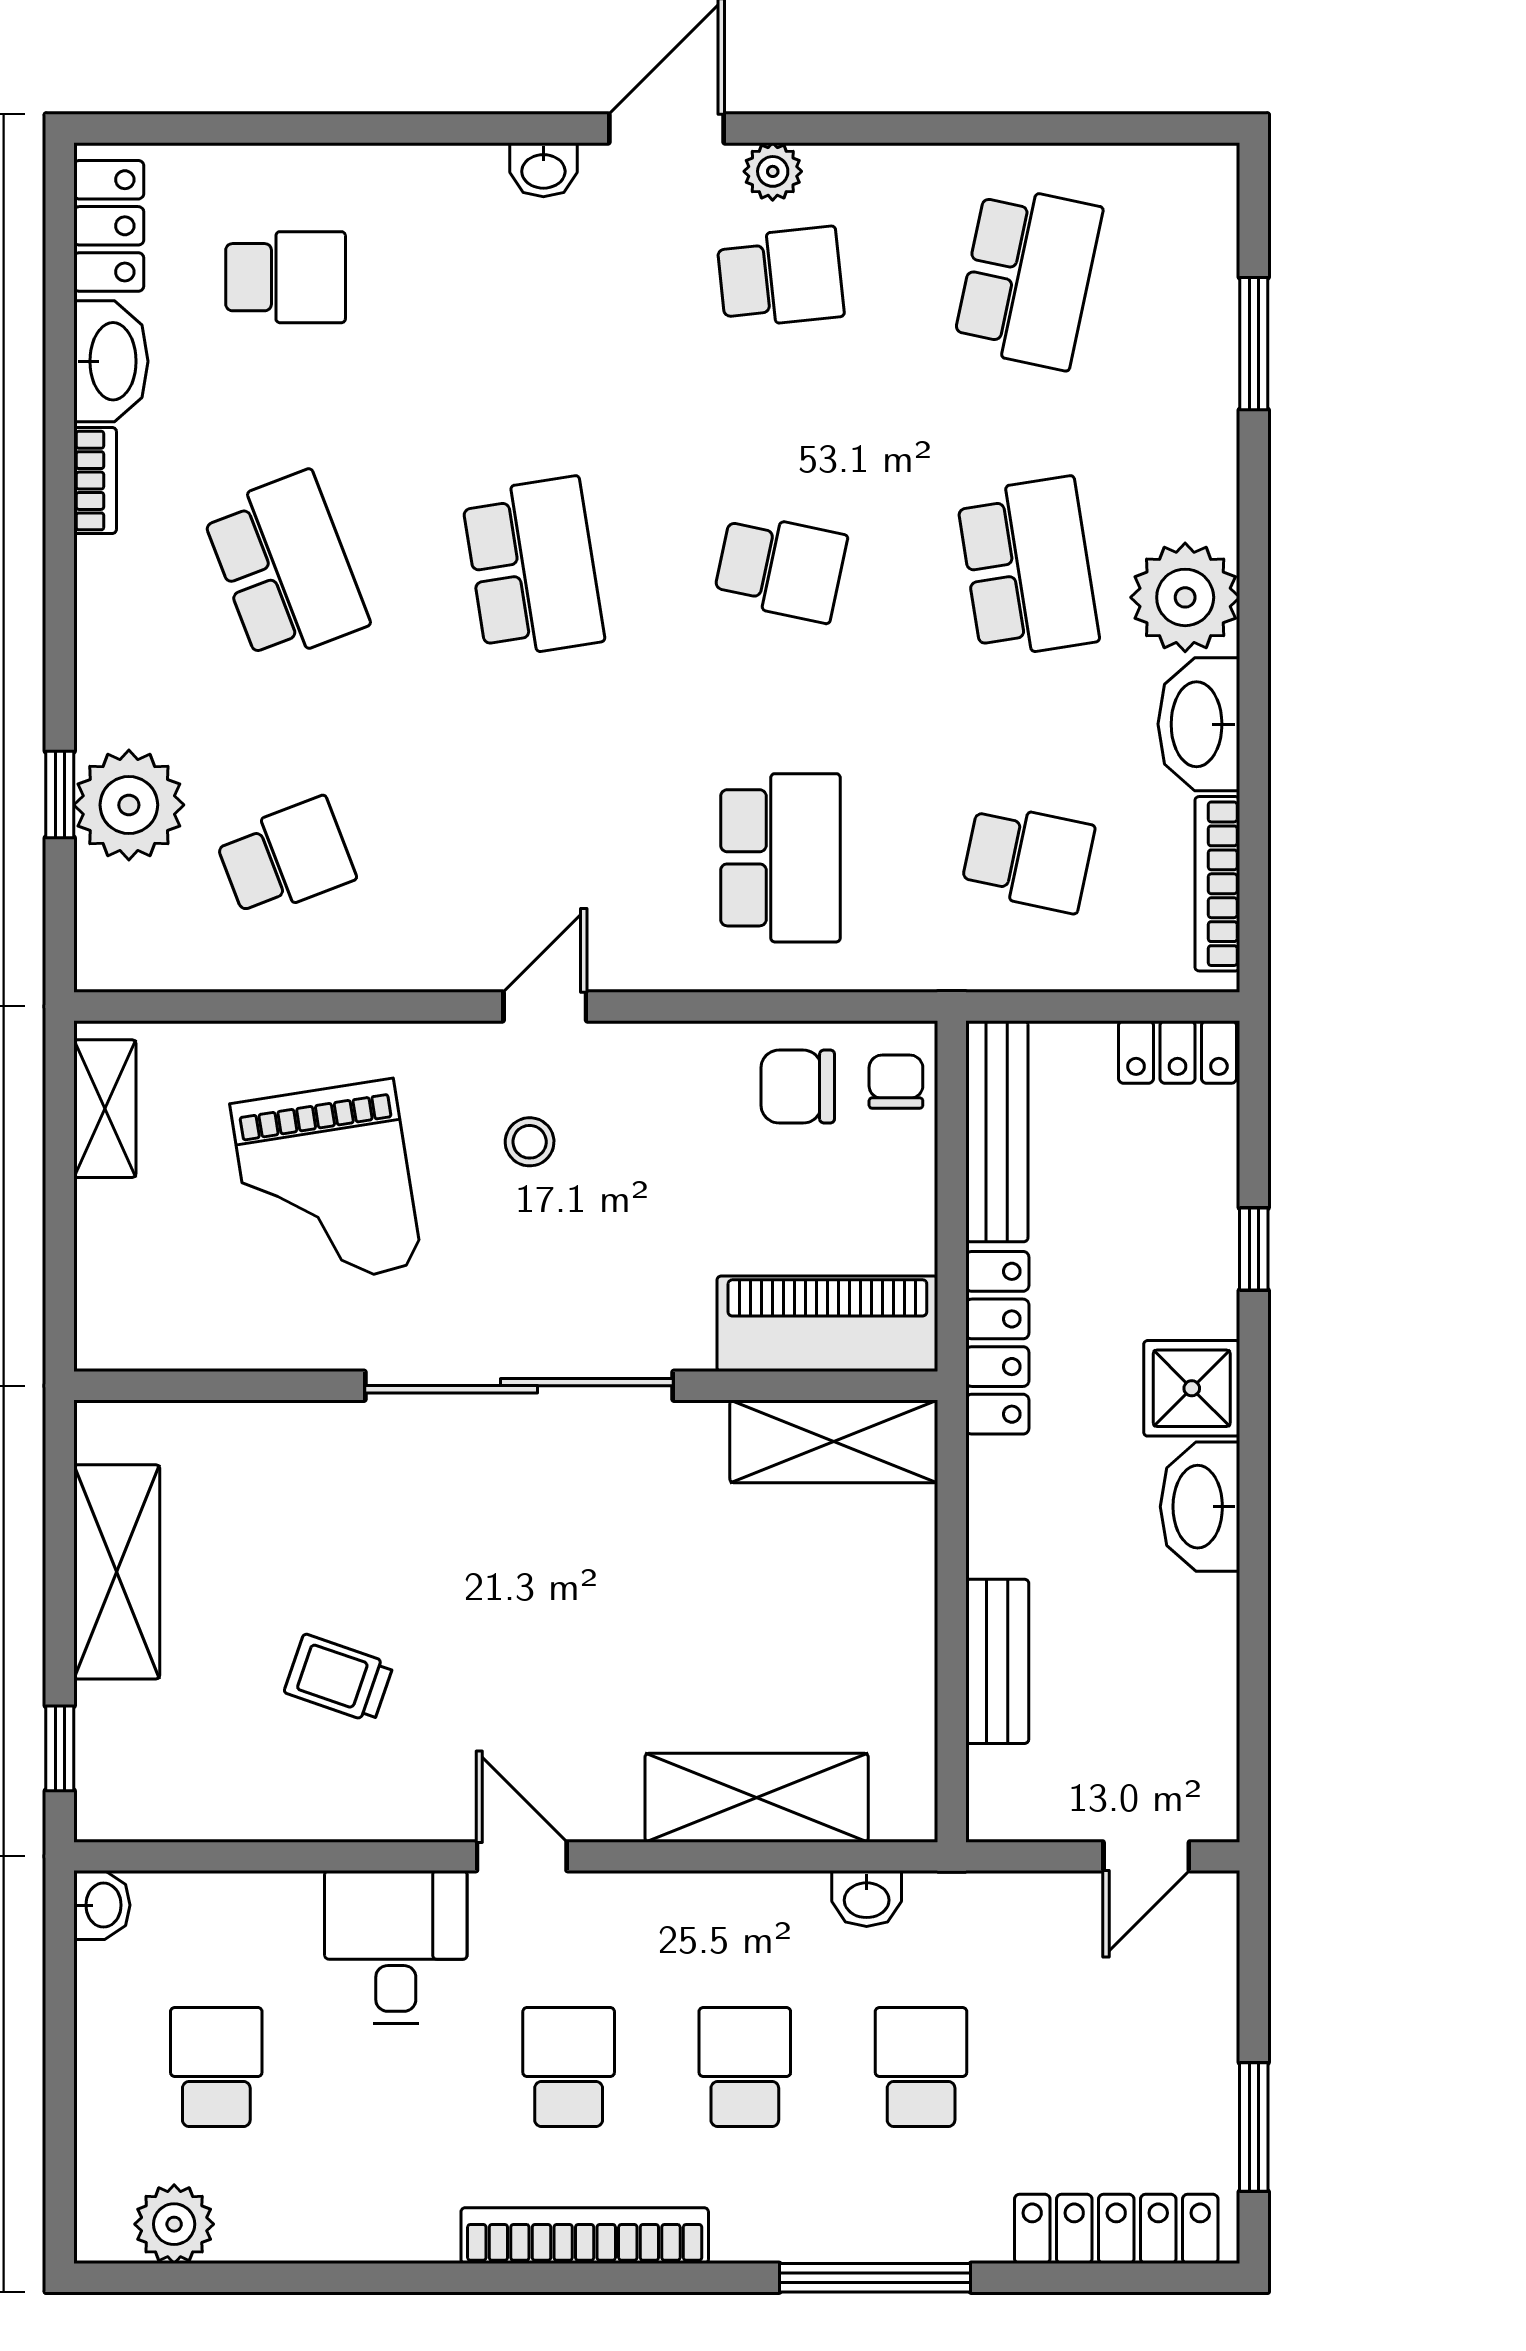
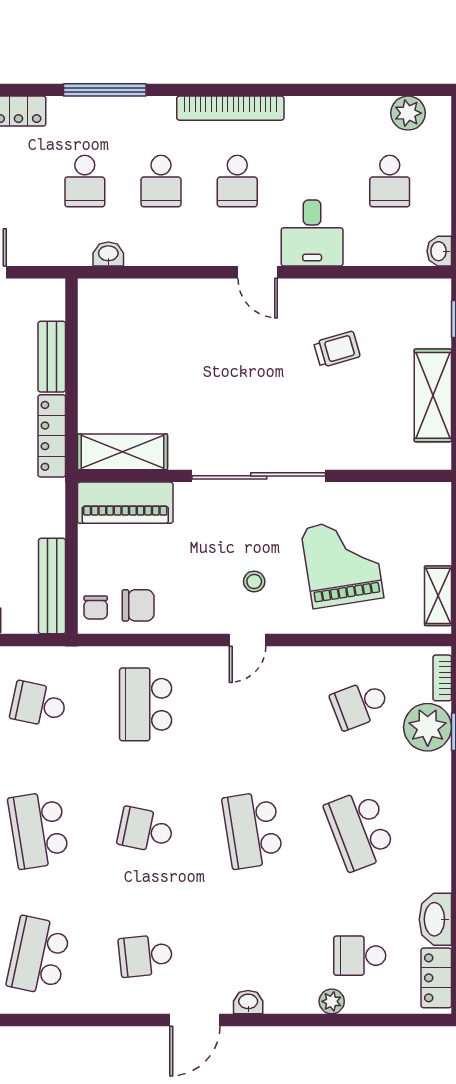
plant: (773, 171) -> (332, 1001), moved
bookcase: (95, 481) -> (442, 678), moved
locker: (997, 1343) -> (52, 436), moved
trolley: (339, 1678) -> (337, 349), turned -35
shelving: (757, 1798) -> (156, 298), removed

